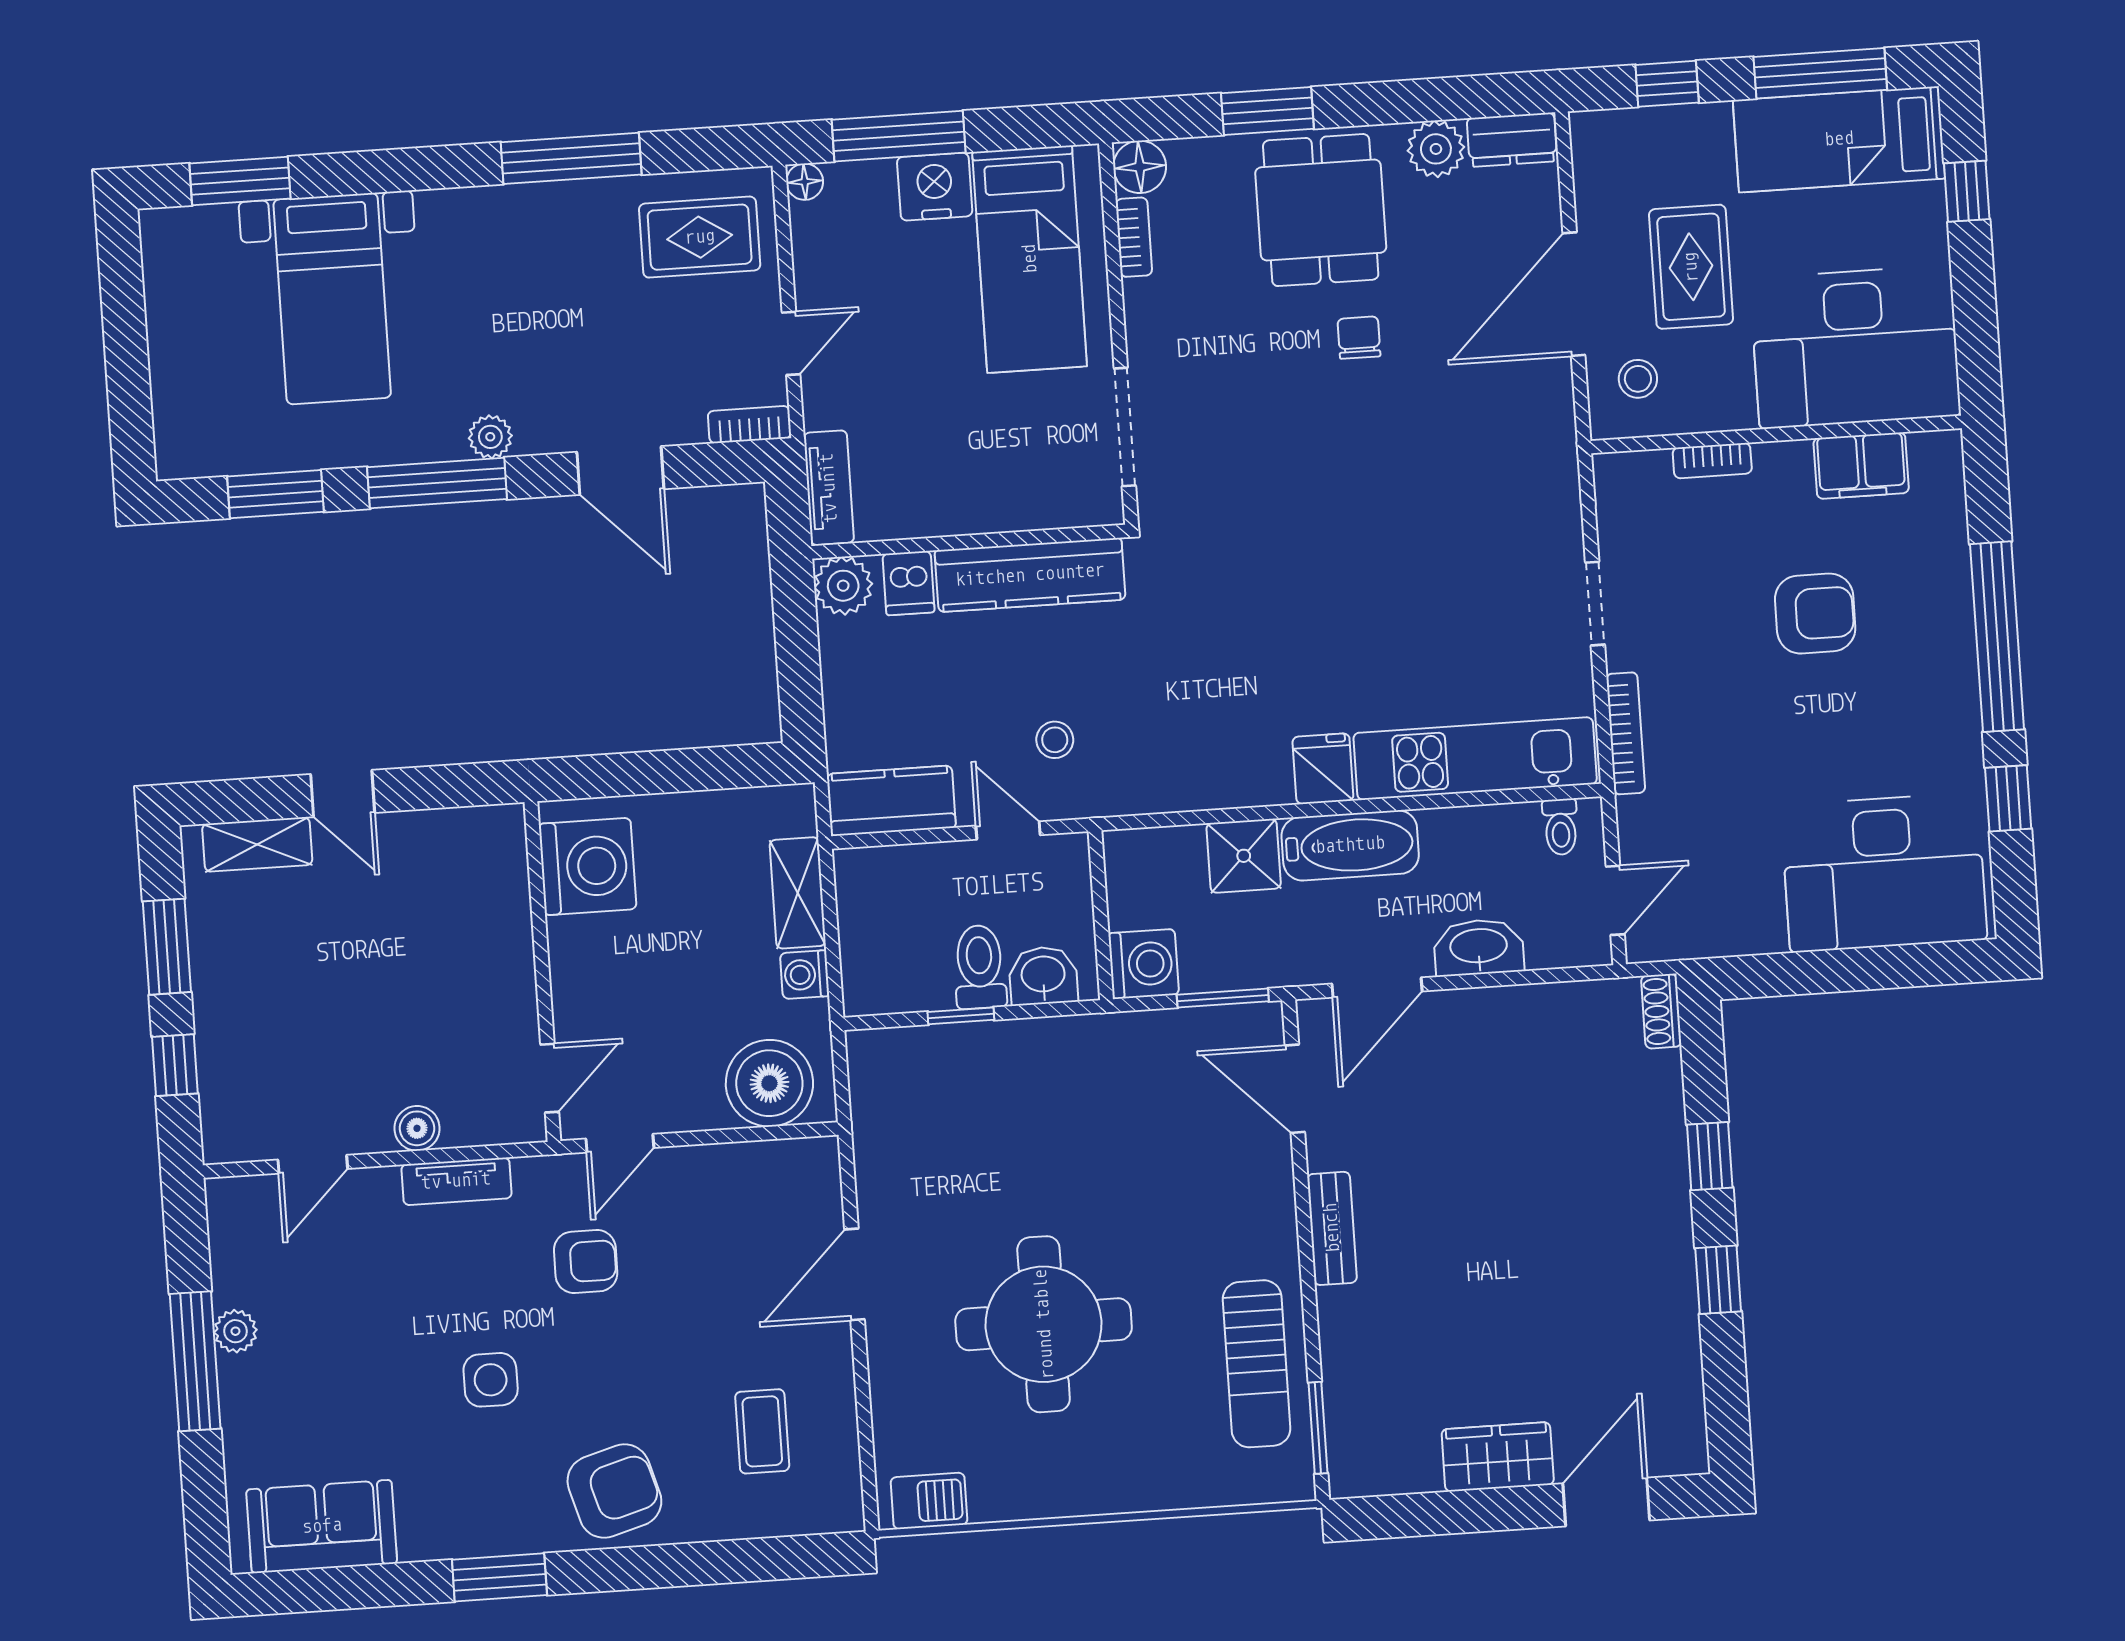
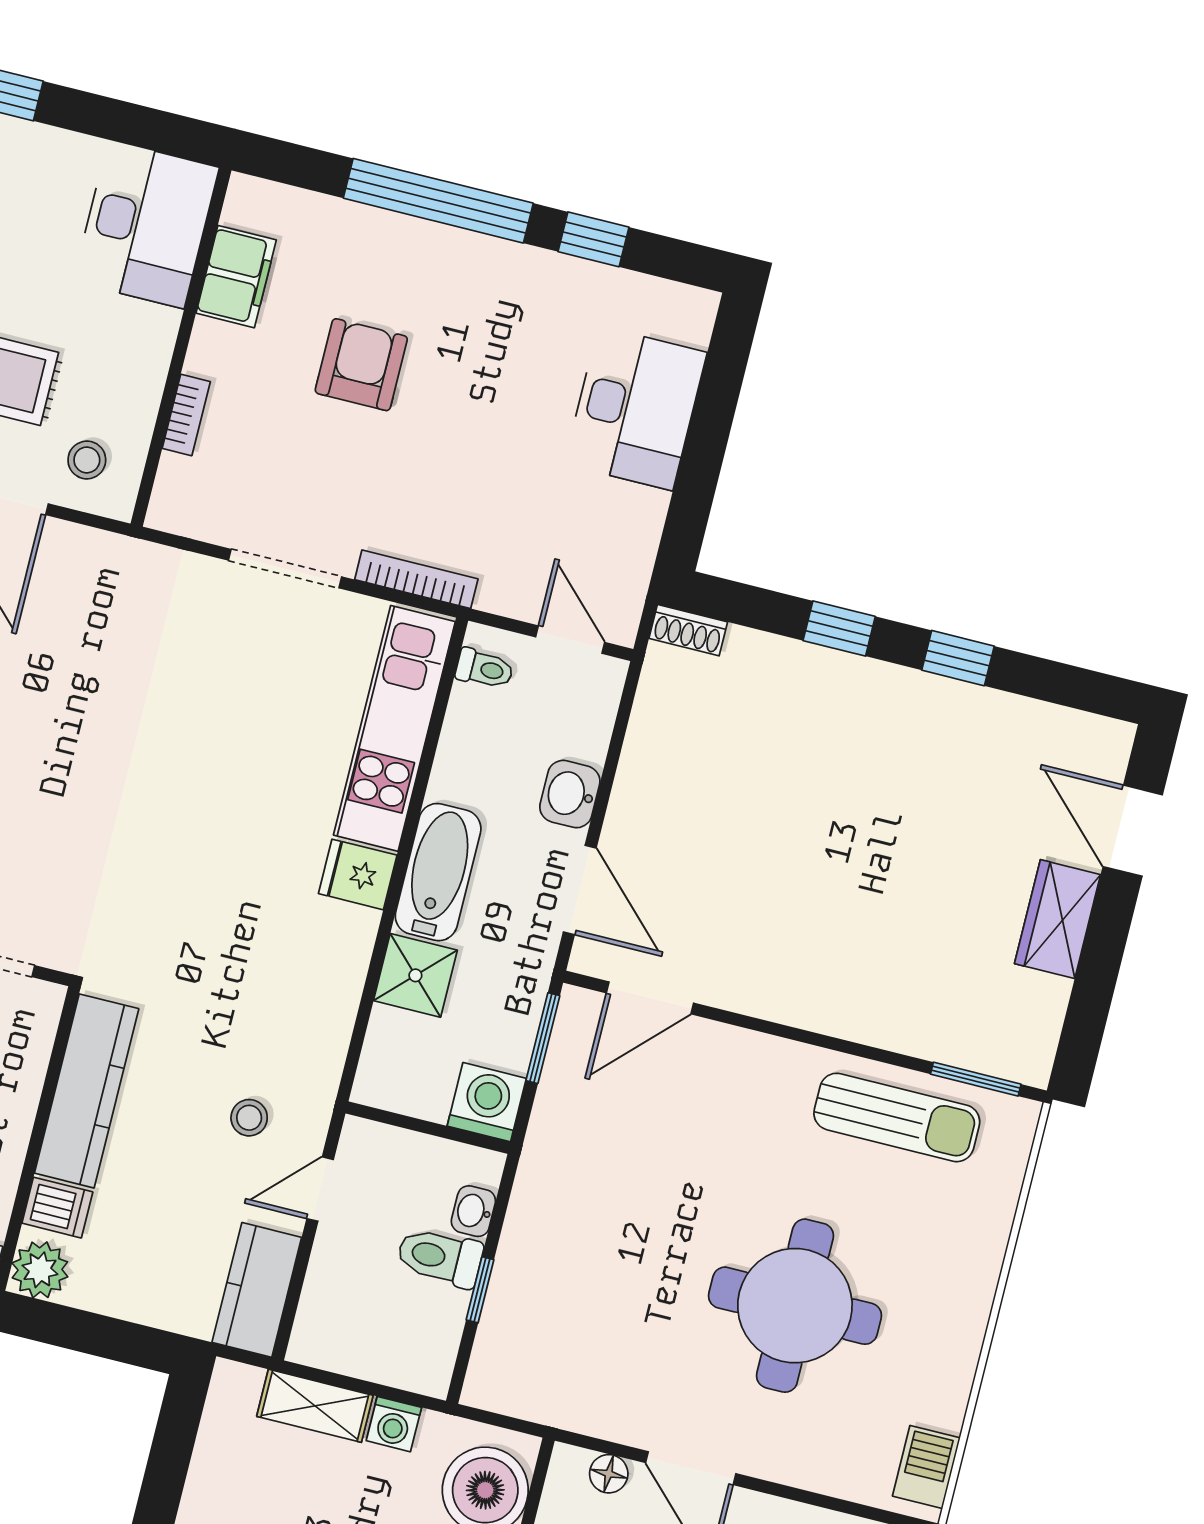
desk: (1855, 347) -> (146, 224), width x0.73, depth x0.77
doorway: (1595, 604) -> (285, 569), width x1.38
desk: (1884, 873) -> (636, 408), width x0.73, depth x0.77
washbasin: (1479, 947) -> (570, 794), width x0.72
washbasin: (1043, 976) -> (473, 1211), width x0.72, depth x0.69
floor lamp: (824, 1197) -> (609, 1474), added
bench: (1332, 1228) -> (792, 1005), removed

